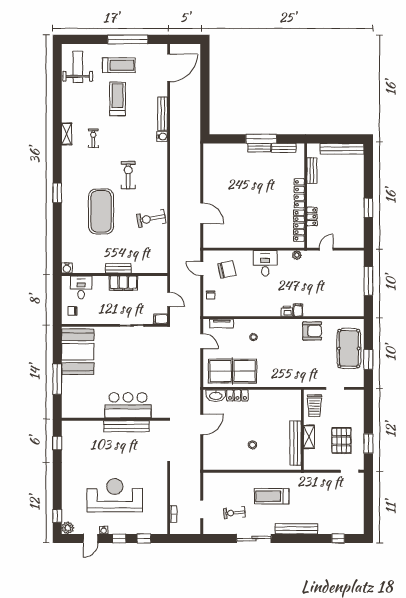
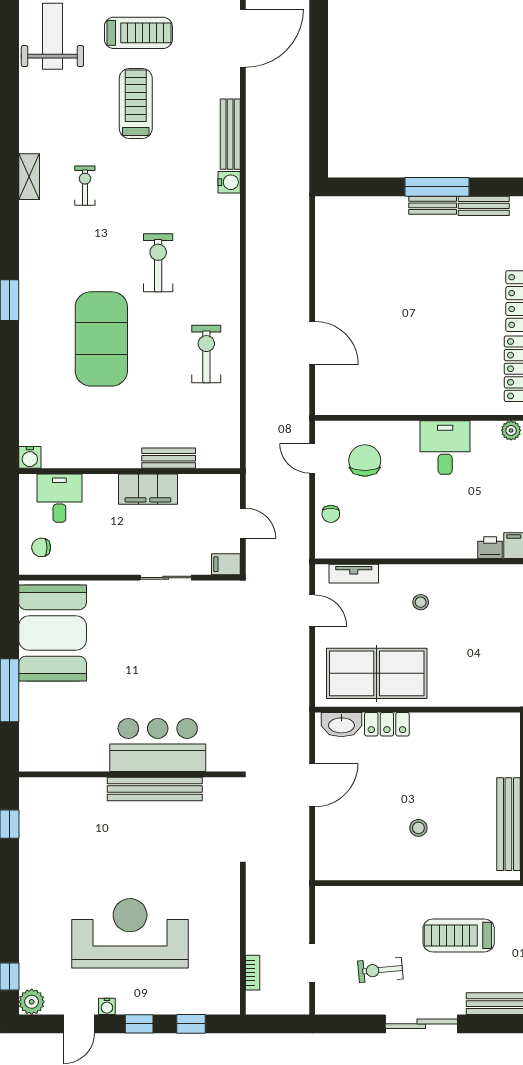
exercise bike: (151, 219) -> (206, 354), turned 100
bench: (118, 268) -> (169, 458), moved
chair: (227, 269) -> (365, 461), turned -78

